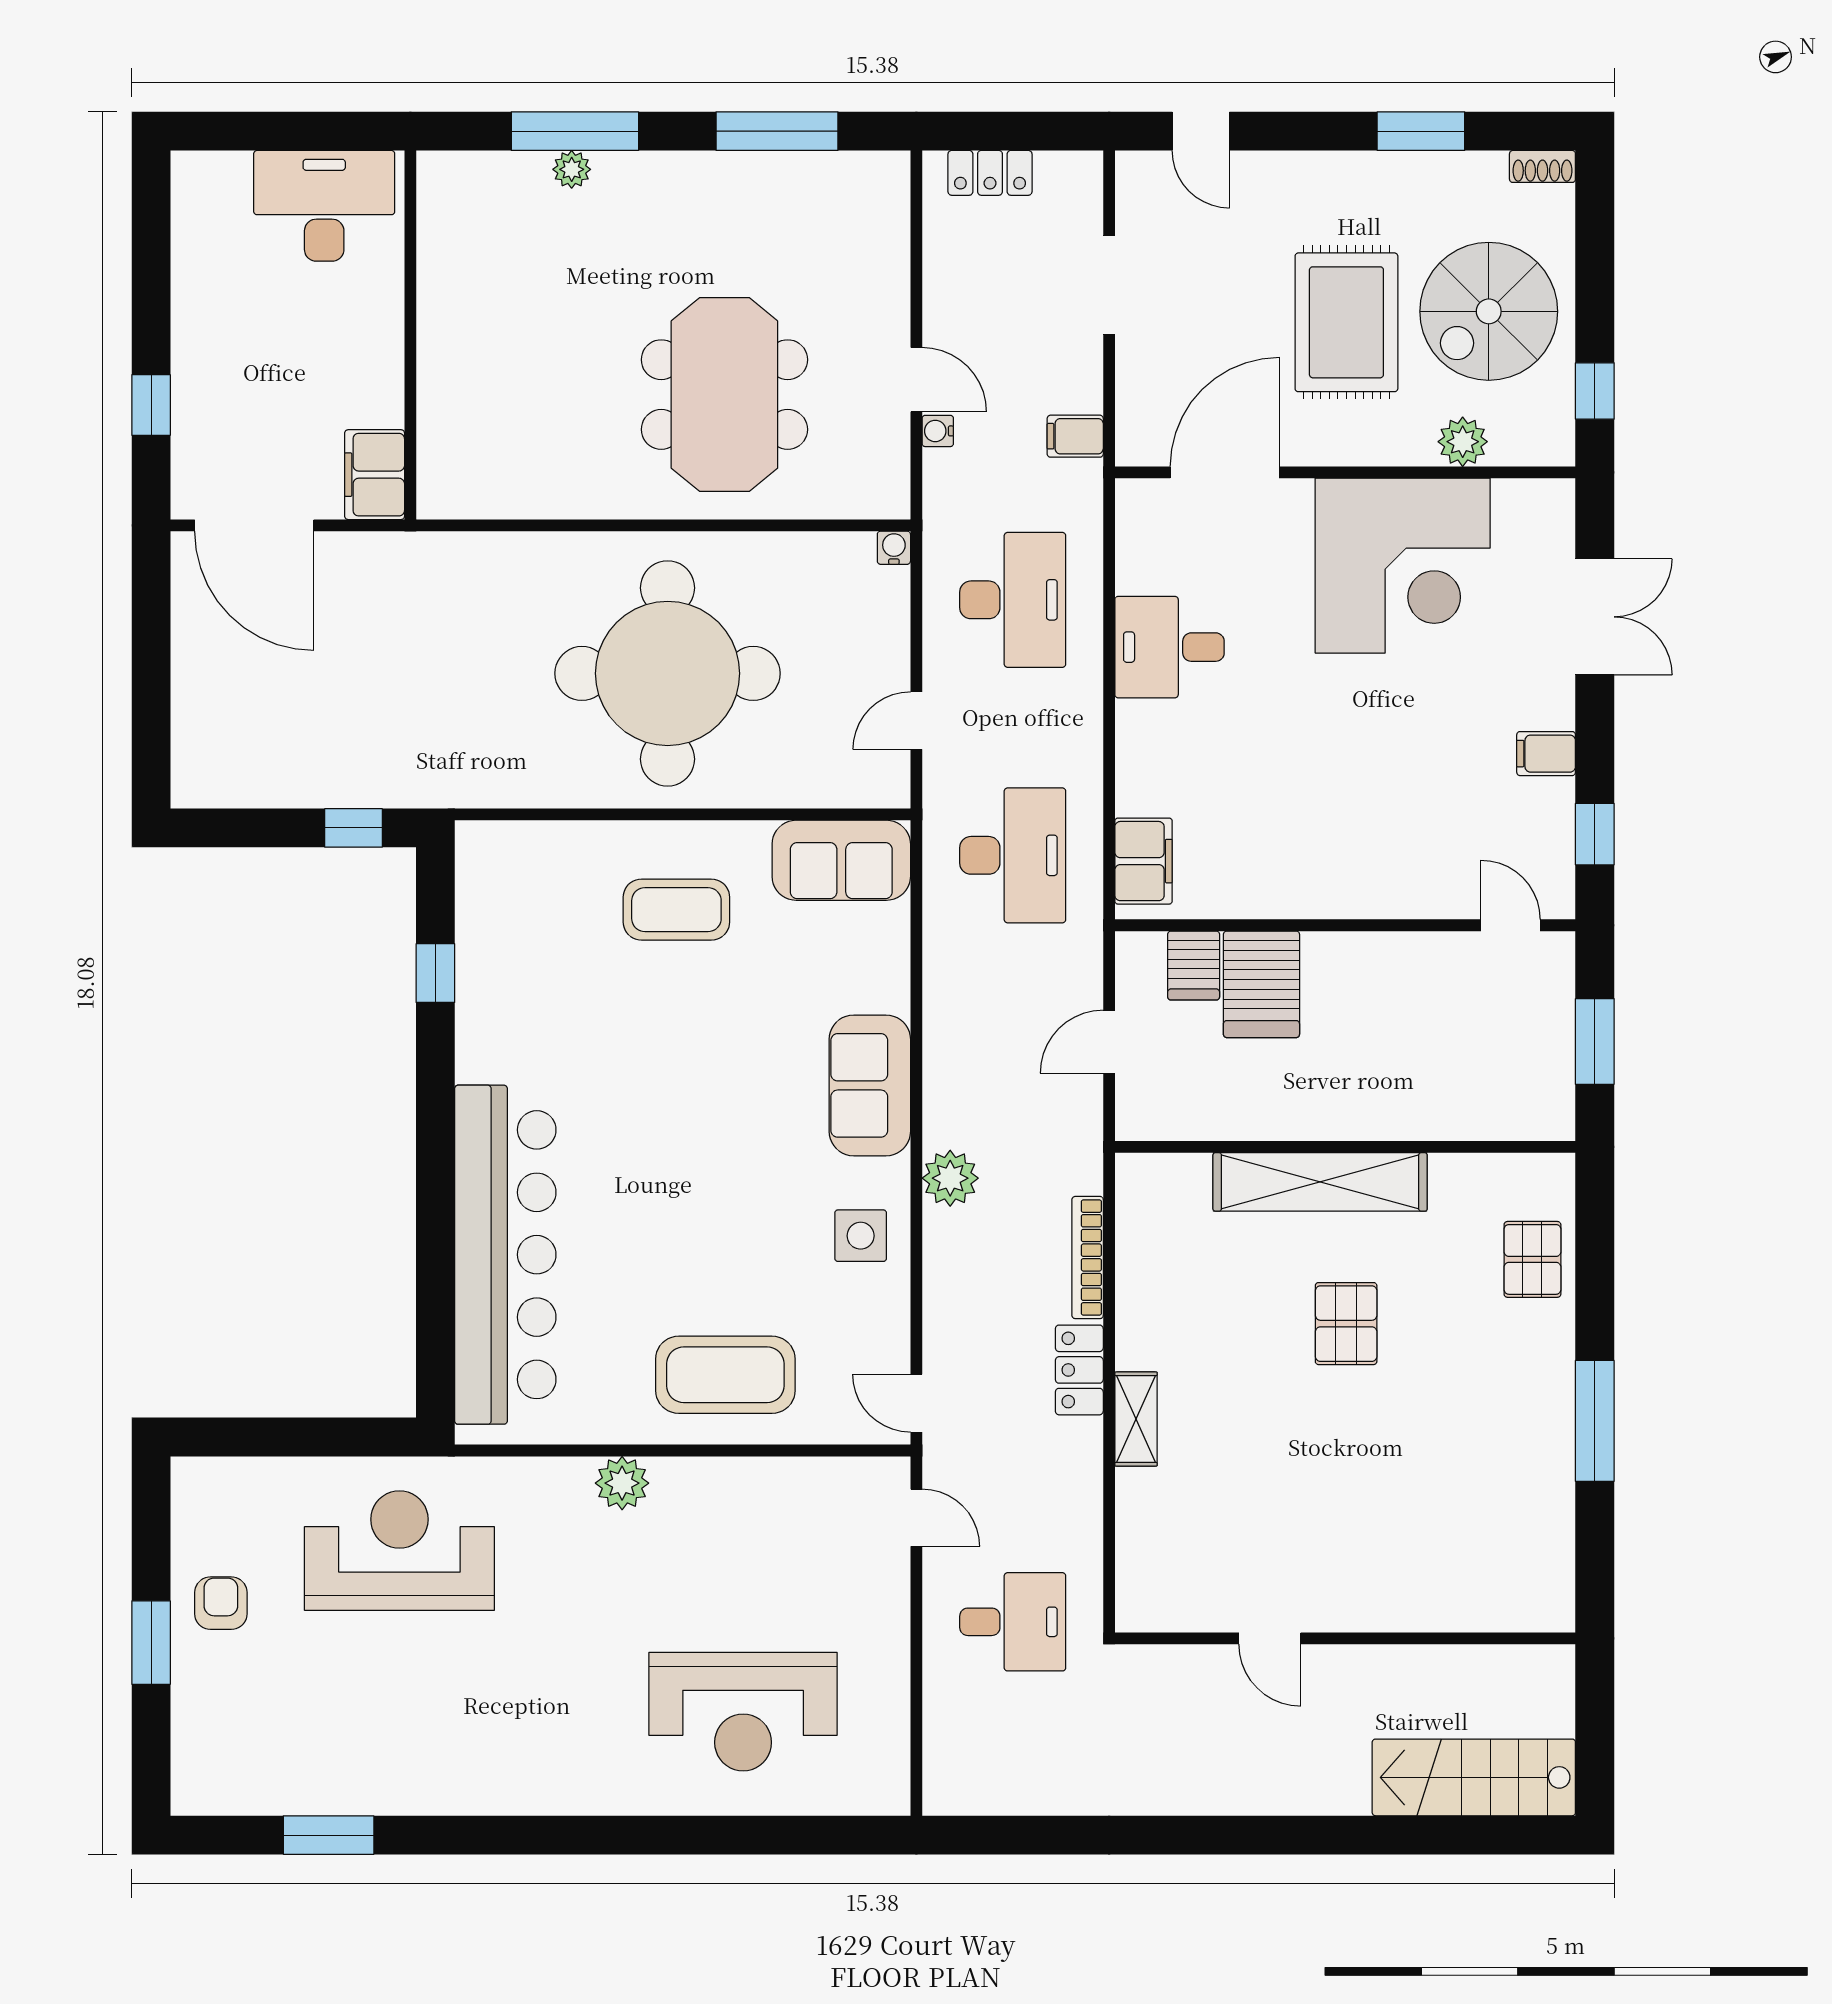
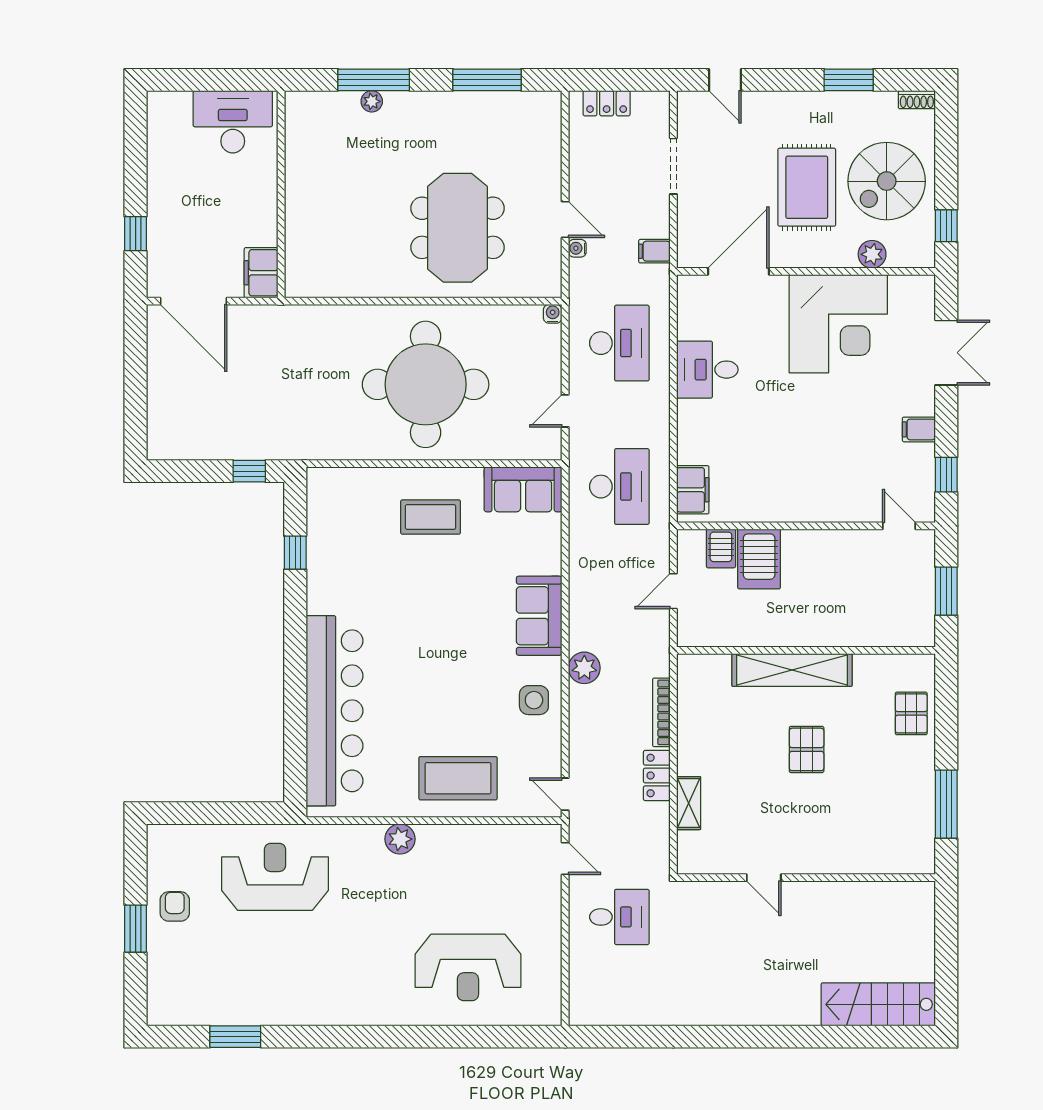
door: (1270, 1638) -> (764, 878), moved
wall: (1345, 1638) -> (806, 878), moved

